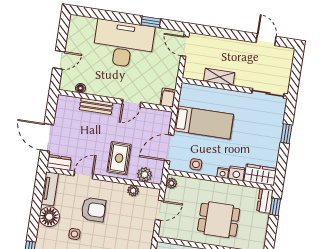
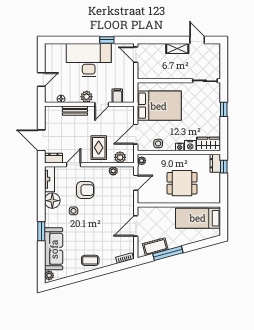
shelving: (219, 77) -> (177, 48), moved
plant: (113, 91) -> (87, 97), added
filing cabinet: (168, 98) -> (117, 96), moved
bed: (204, 122) -> (159, 106), width x1.50

